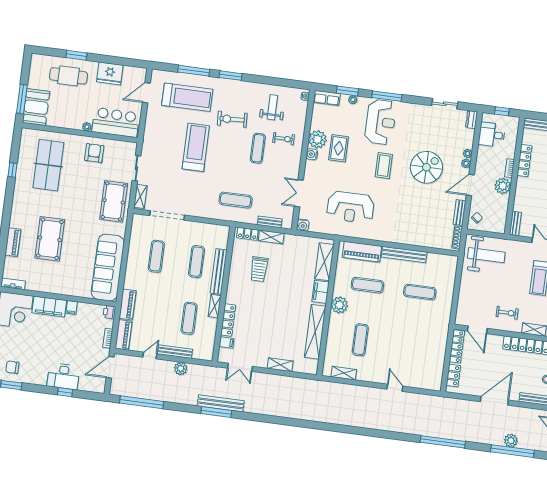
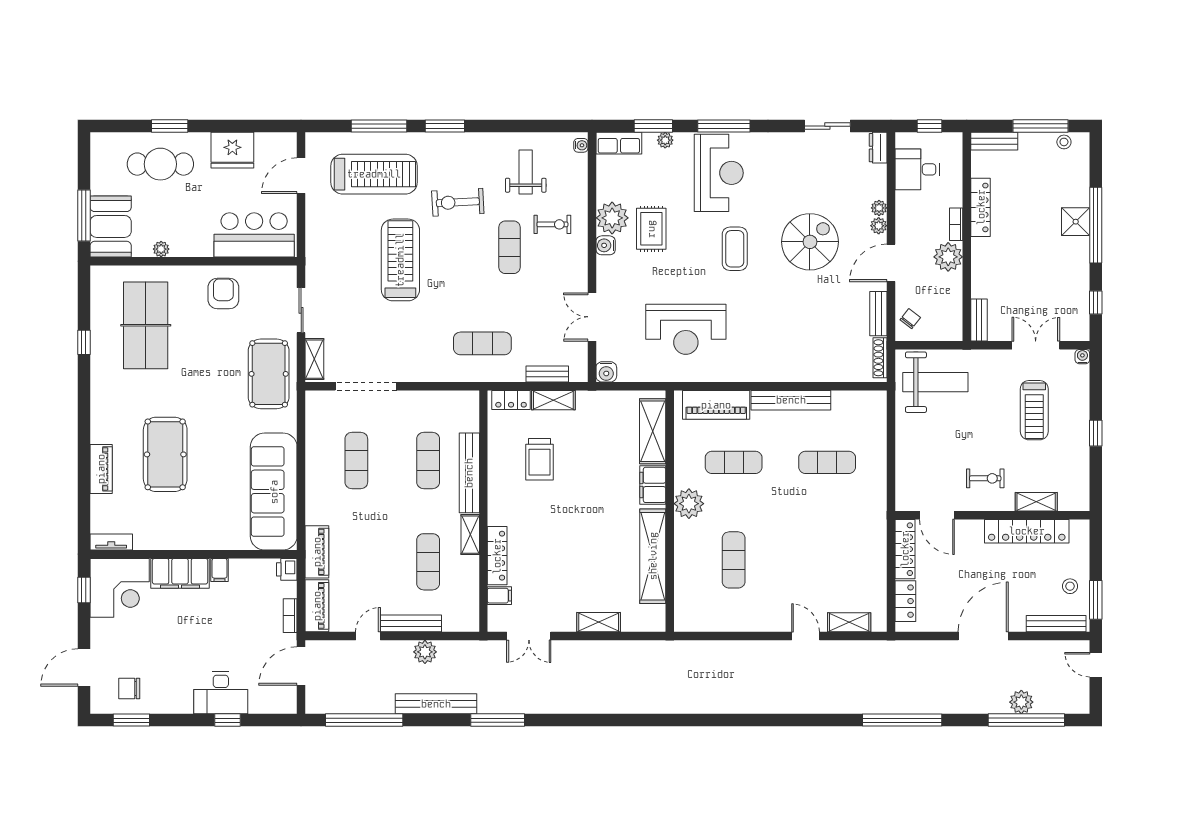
plant: (87, 127) -> (161, 249), moved
shelving: (344, 373) -> (849, 622), moved
bench: (221, 403) -> (436, 704), moved

